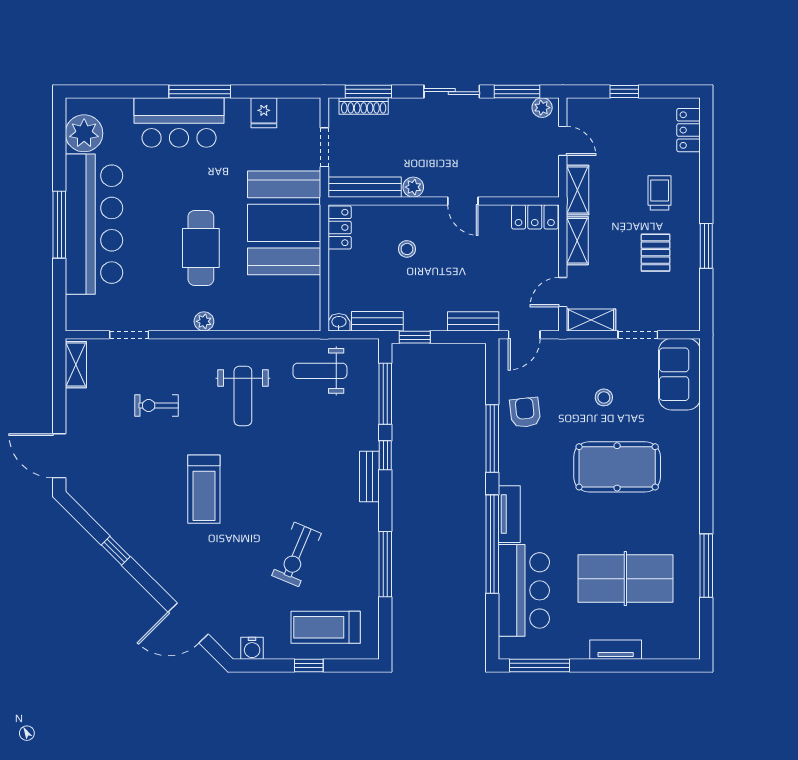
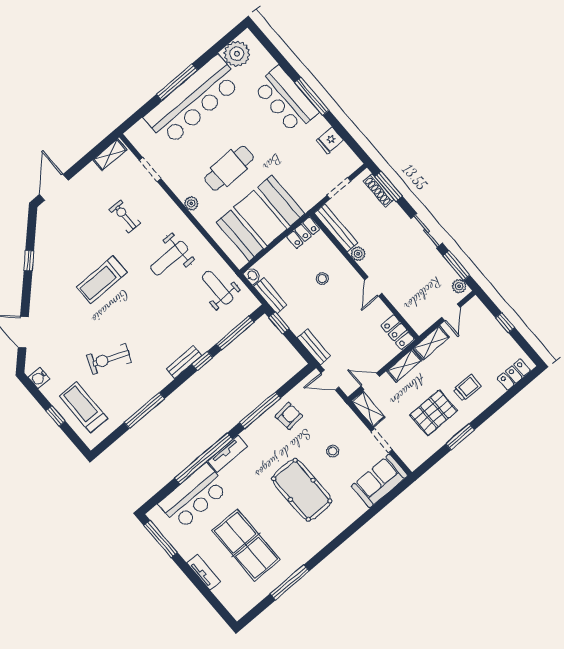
booth: (284, 223) -> (261, 218), moved
pallet: (656, 253) -> (433, 413), width x1.50, depth x1.42

